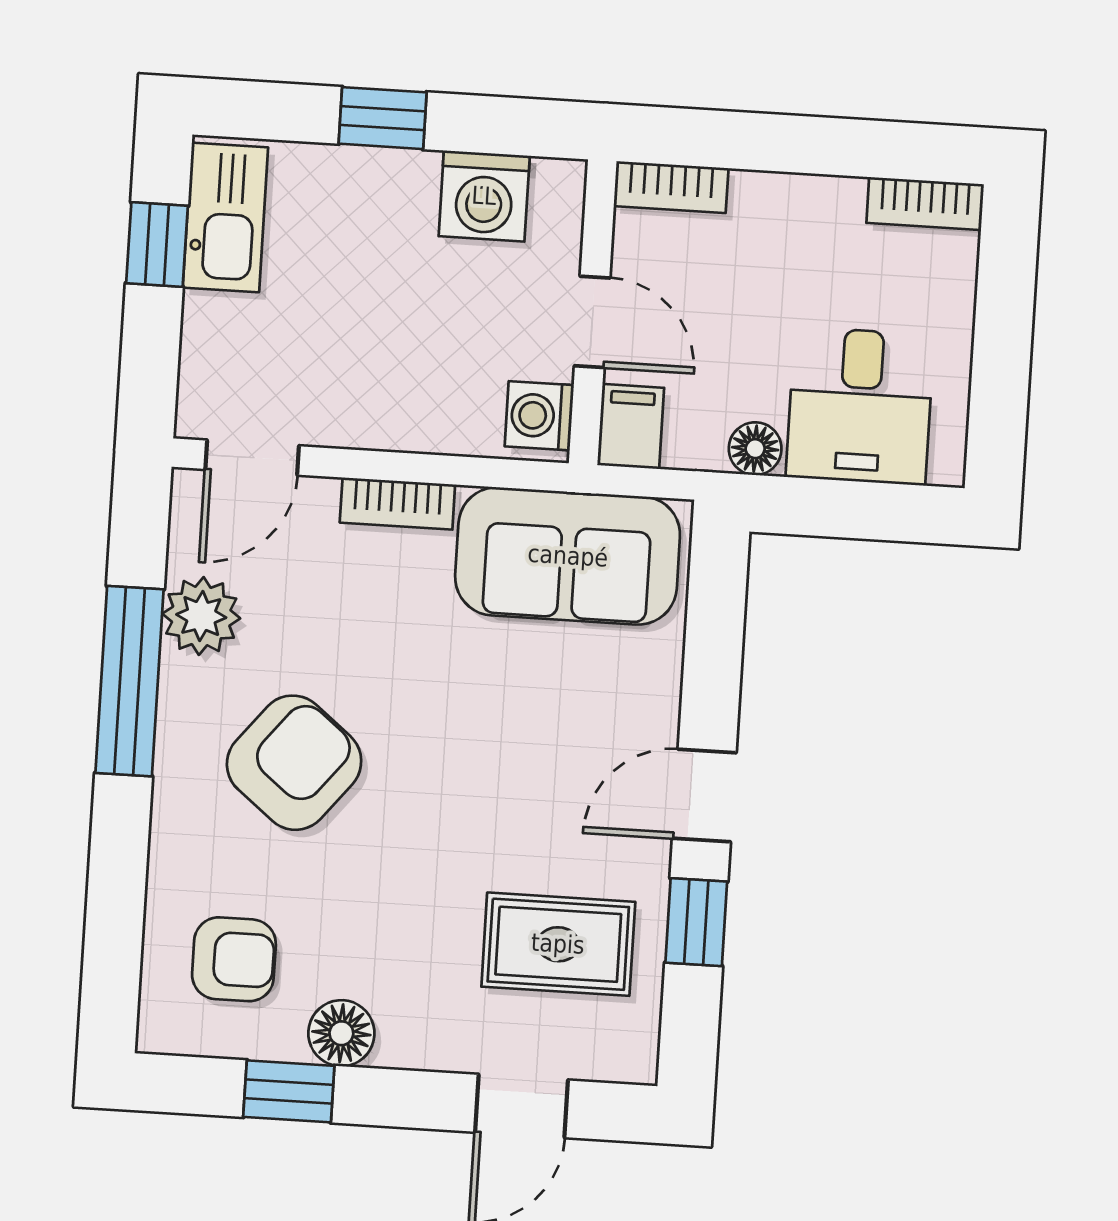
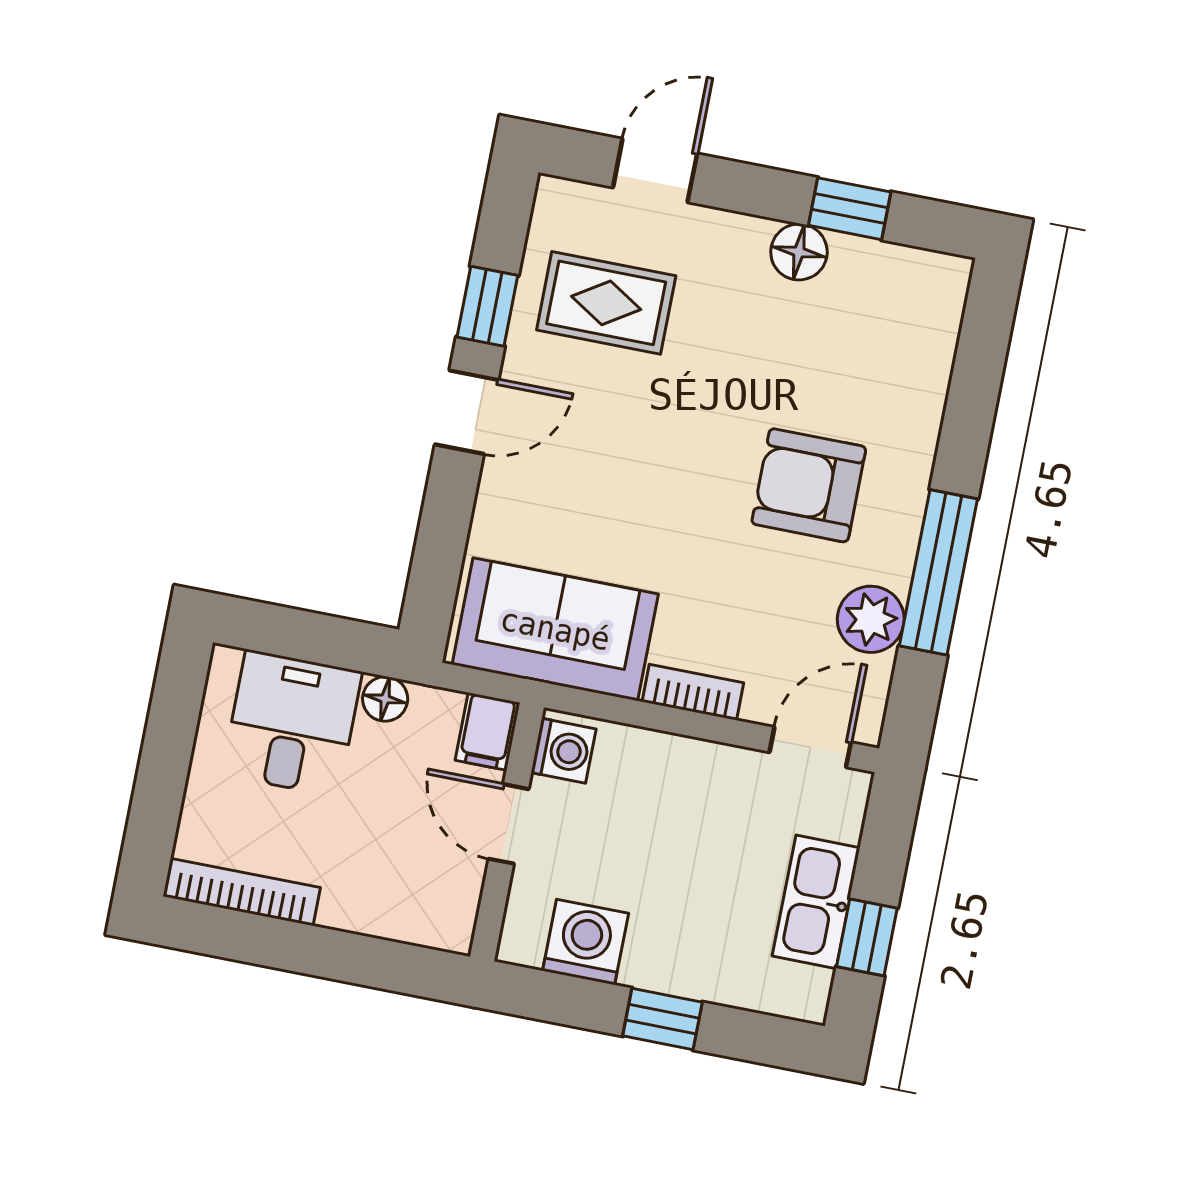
bookcase: (671, 187) -> (427, 929), removed
bookcase: (925, 204) -> (242, 892), width x1.56
kitchen sink: (225, 217) -> (816, 902), moved
armchair: (294, 763) -> (809, 485), turned 51
armchair: (234, 959) -> (881, 326), removed

